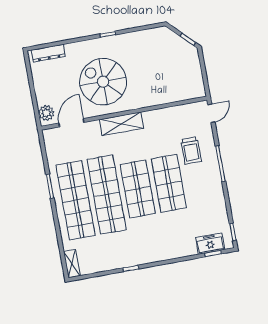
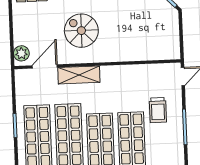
spiral stairs: (103, 82) -> (81, 31), width x0.73, depth x0.73
shelving: (121, 124) -> (79, 75), moved

